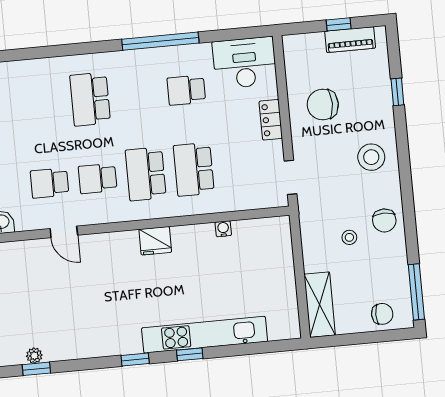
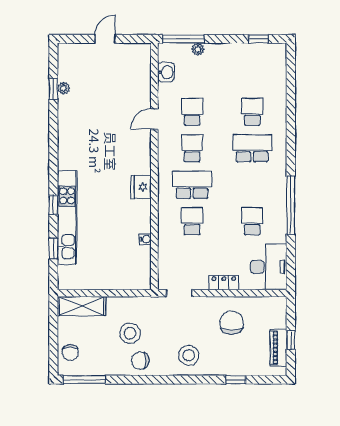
school desk: (42, 104) -> (252, 112), added
school desk: (194, 169) -> (192, 221), width x0.54
stool: (349, 237) -> (130, 333), width x1.89, depth x1.89
window: (135, 360) -> (53, 249), moved

